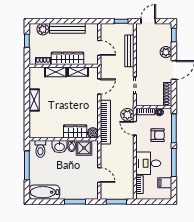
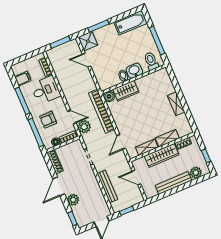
shower: (84, 148) -> (88, 41), moved

